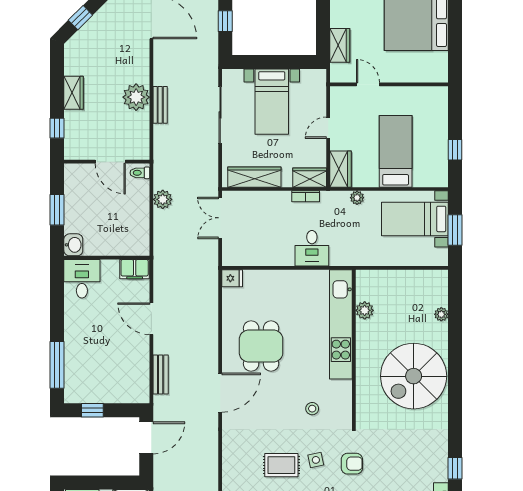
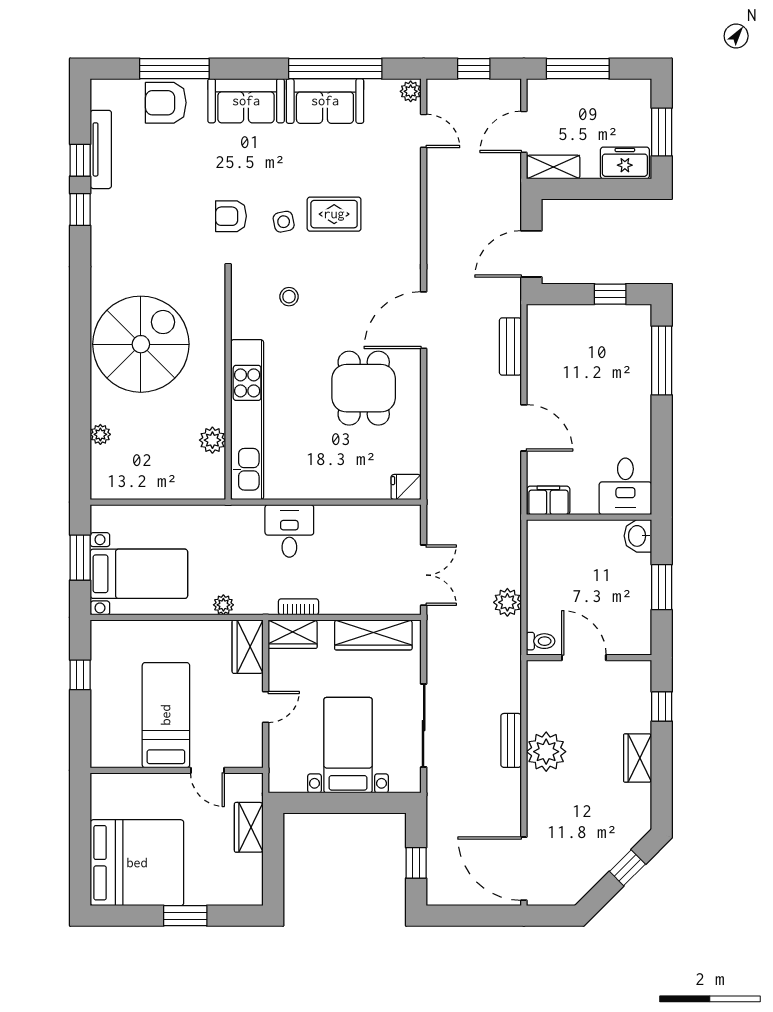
bed: (396, 151) -> (166, 715), moved, turned 180

